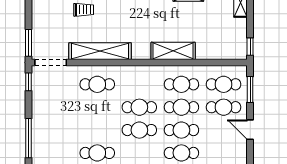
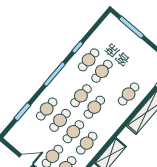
cafe table: (97, 130) -> (102, 71), added

